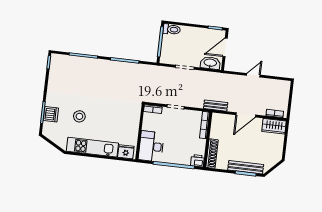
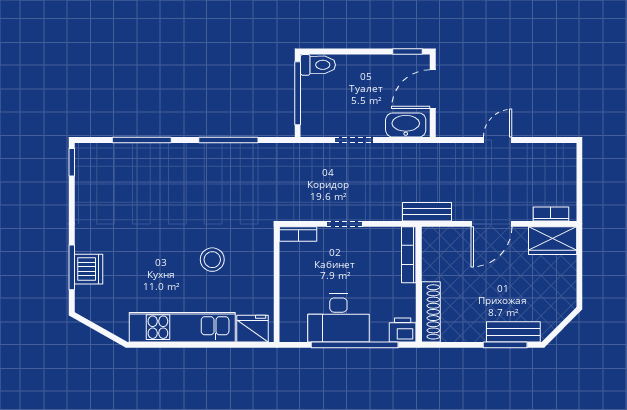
stool: (79, 116) -> (212, 260), moved
desk: (151, 146) -> (338, 318), moved, turned -90
bench: (246, 167) -> (513, 332), width x0.73

